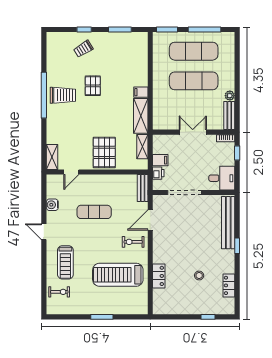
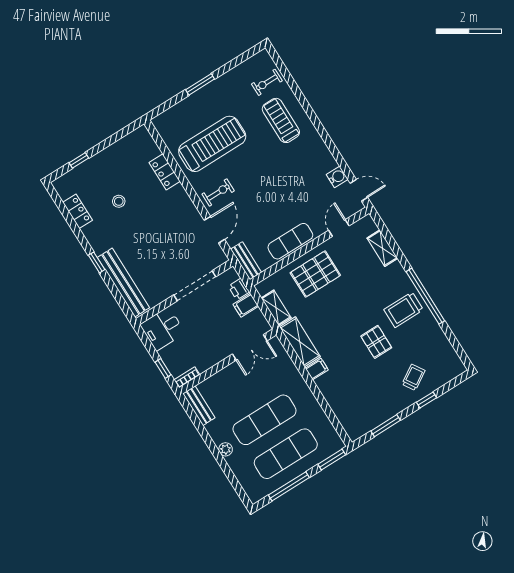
plant: (230, 96) -> (226, 449), moved
double door: (193, 132) -> (250, 347), moved
pallet: (104, 152) -> (315, 274), turned 90
shelving: (52, 157) -> (382, 248), moved
exercise mat: (94, 212) -> (290, 241), moved
door: (44, 232) -> (359, 190), moved

